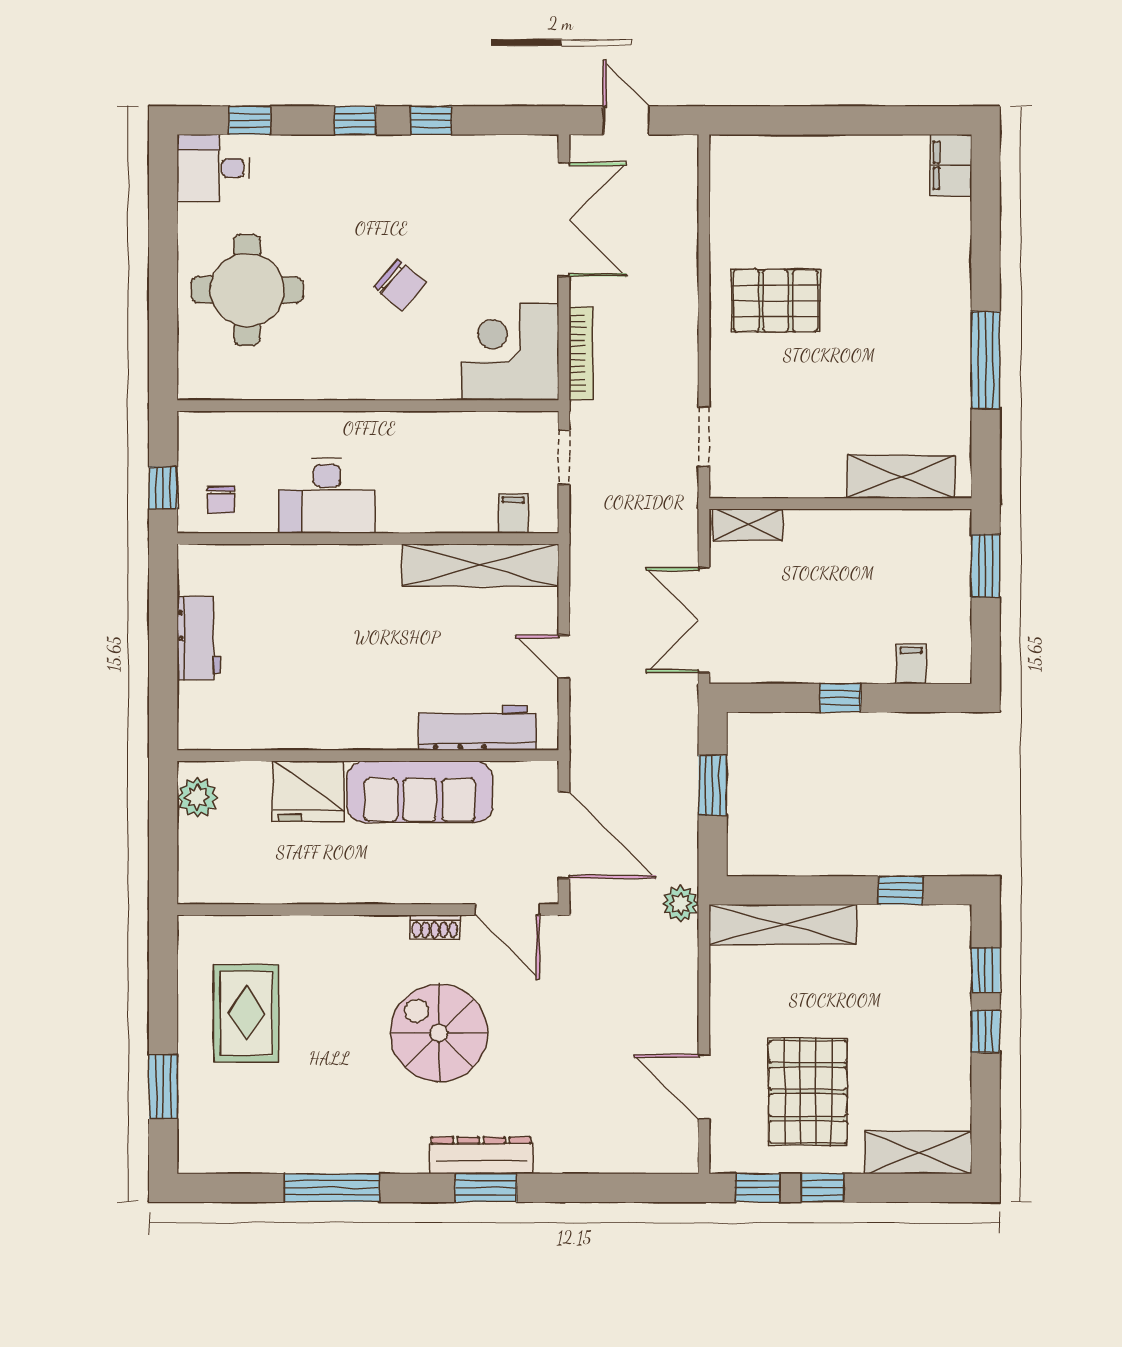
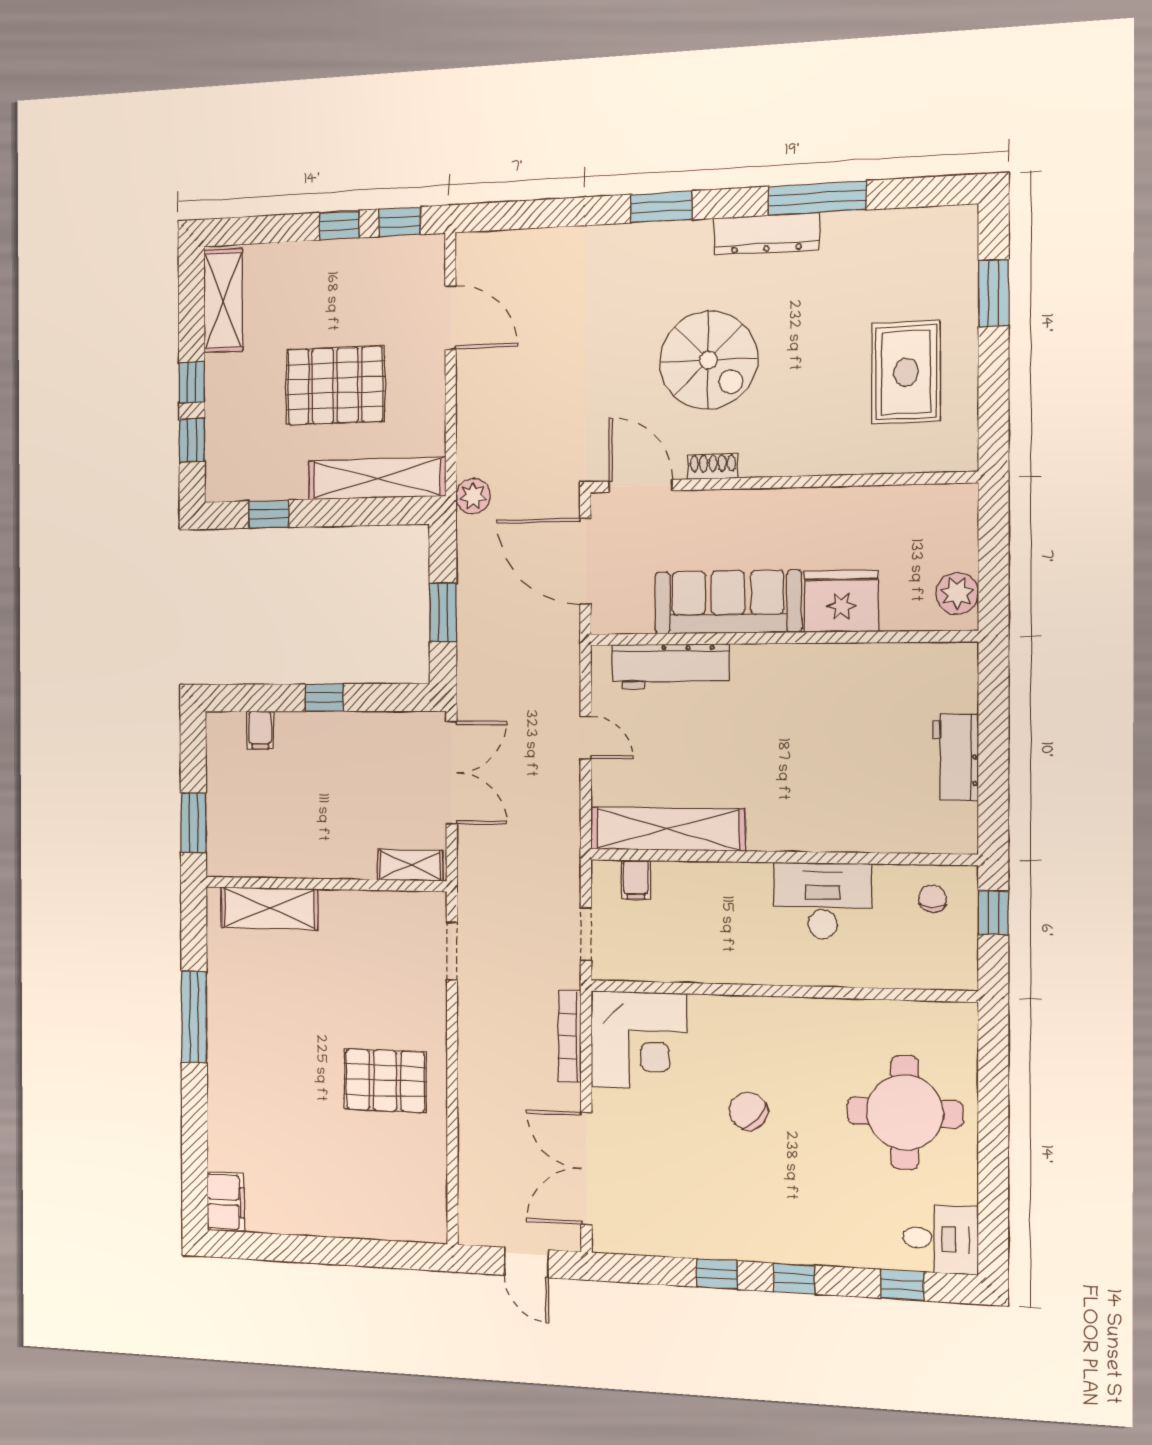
pallet: (808, 1092) -> (335, 385), moved, turned 90
shelving: (918, 1152) -> (223, 301), moved, turned 90
dresser: (481, 1155) -> (766, 234), moved

